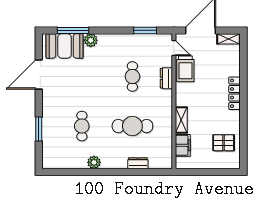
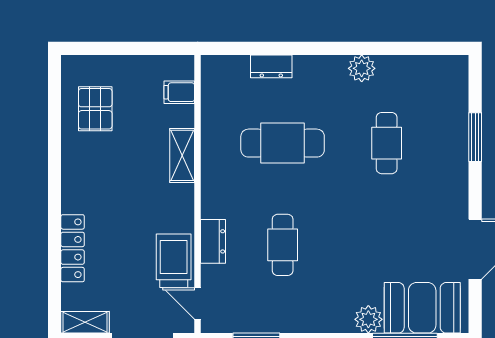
locker: (235, 93) -> (73, 248), moved
pallet: (224, 143) -> (95, 109), turned 90
filing cabinet: (183, 145) -> (179, 92), width x0.50

